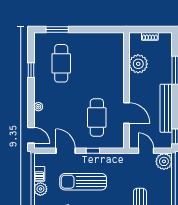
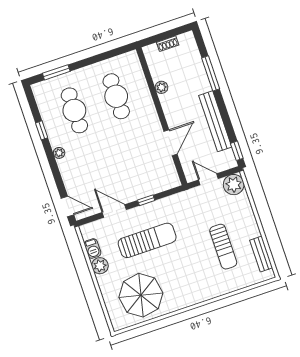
plant: (138, 64) -> (161, 87), width x0.53, depth x0.53
plant: (38, 107) -> (59, 153), moved
door: (126, 113) -> (171, 143), hinge flipped
cafe table: (97, 118) -> (116, 96), moved
sun lounger: (83, 182) -> (147, 240), turned 180

